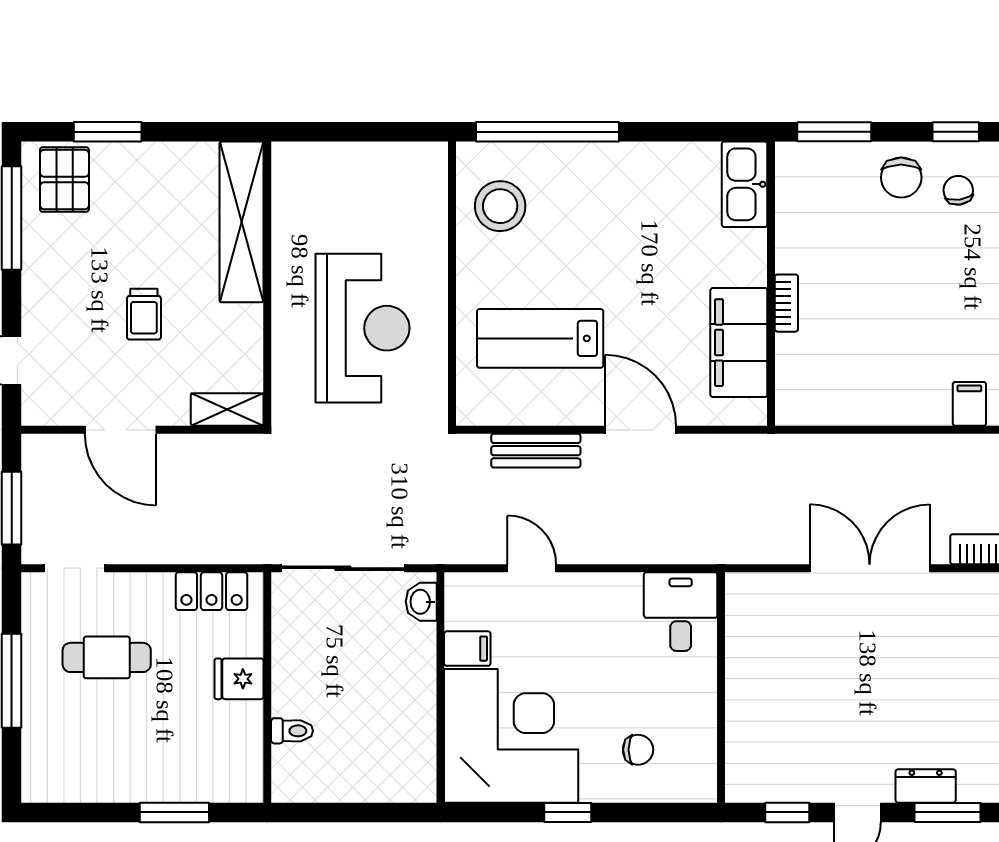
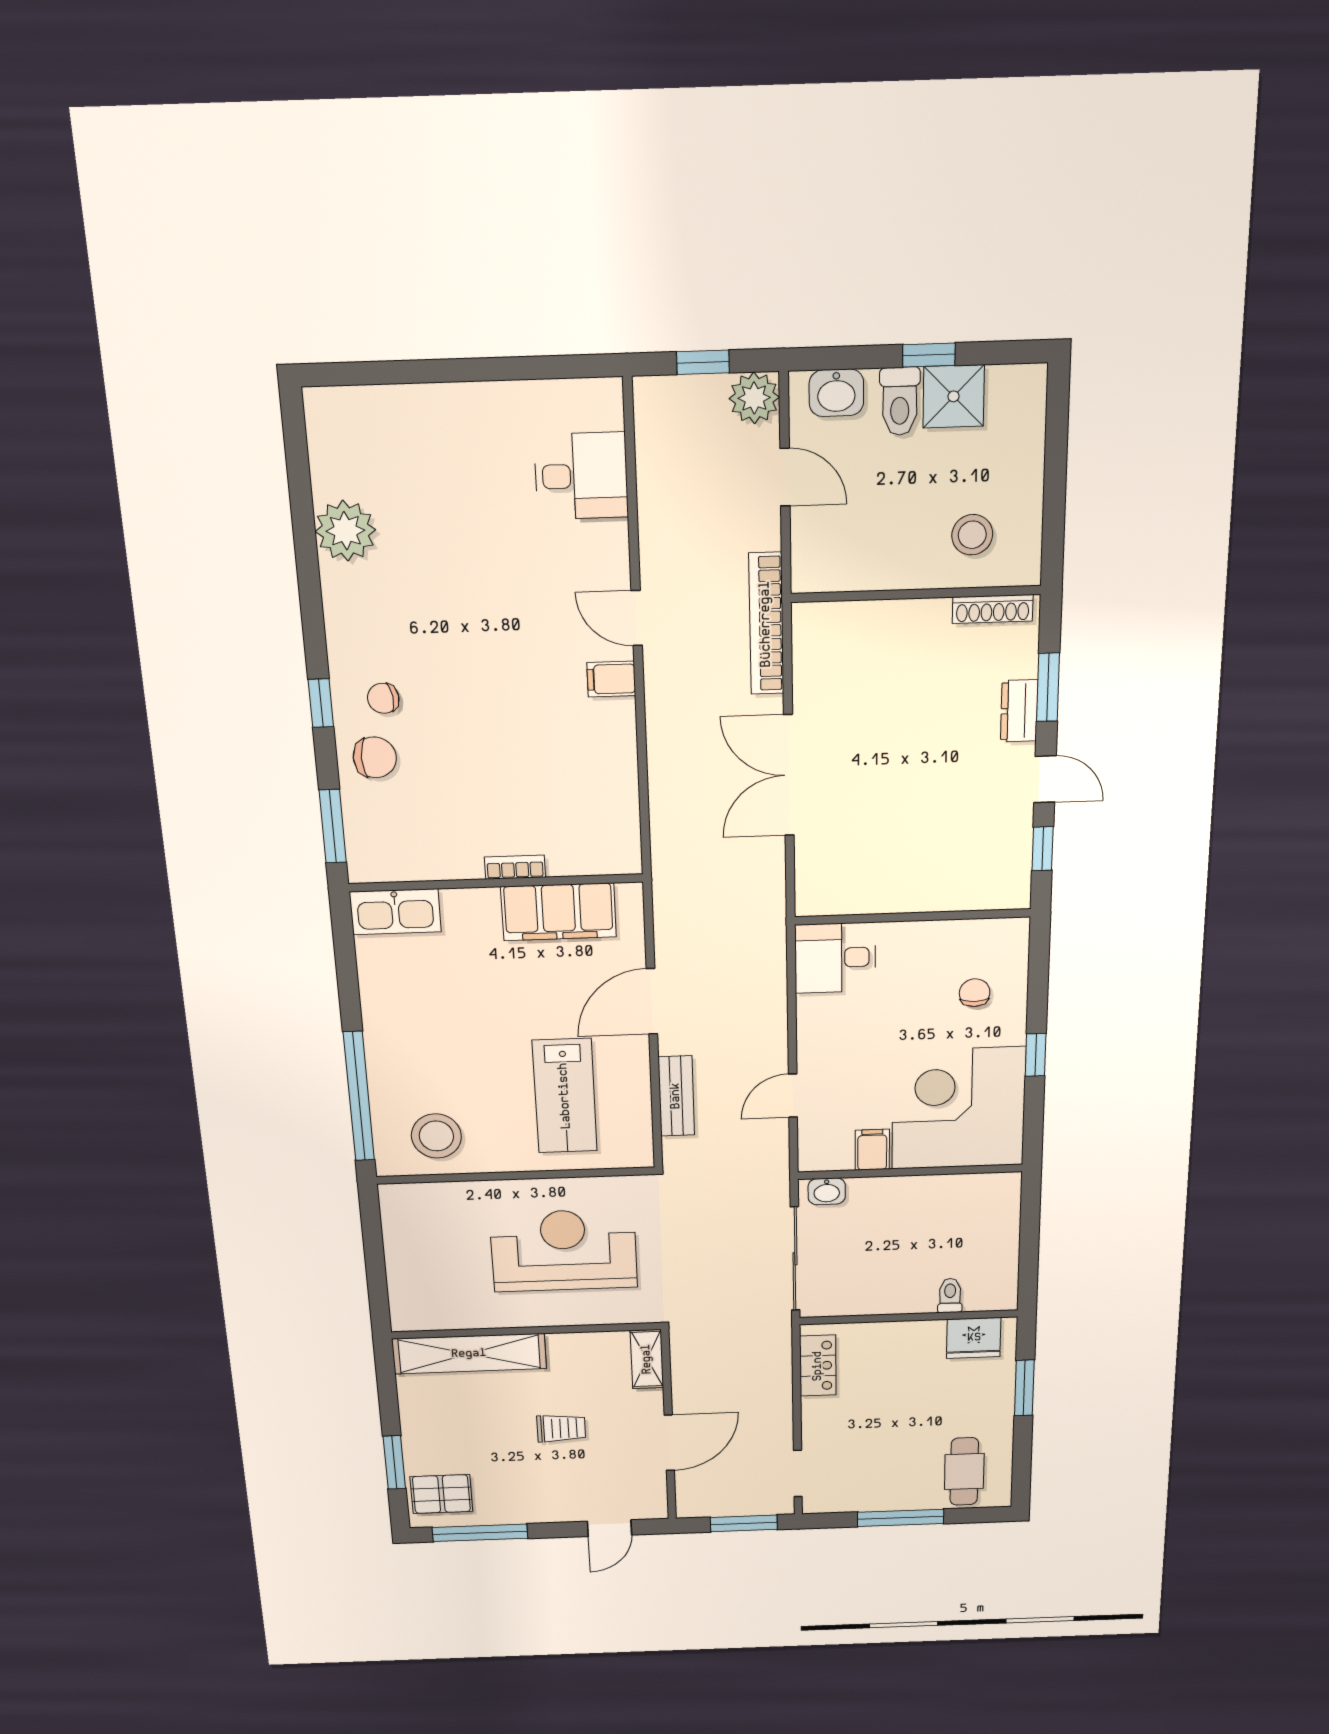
cafe table: (107, 657) -> (964, 1471), moved
fridge: (239, 679) -> (974, 1338), moved, width x1.38

